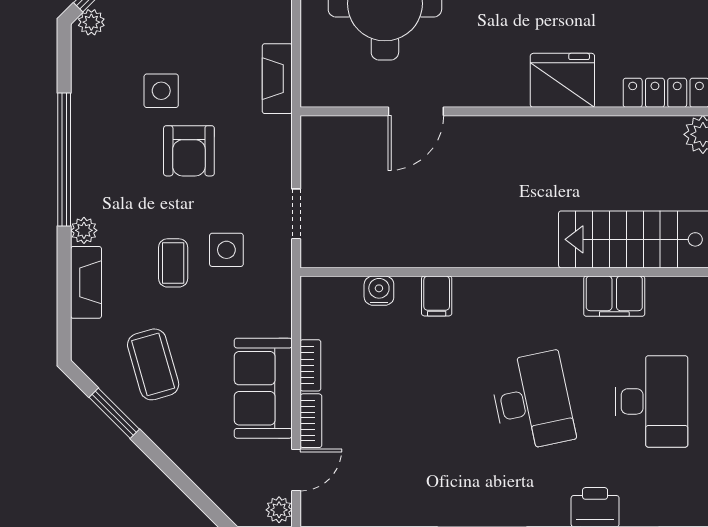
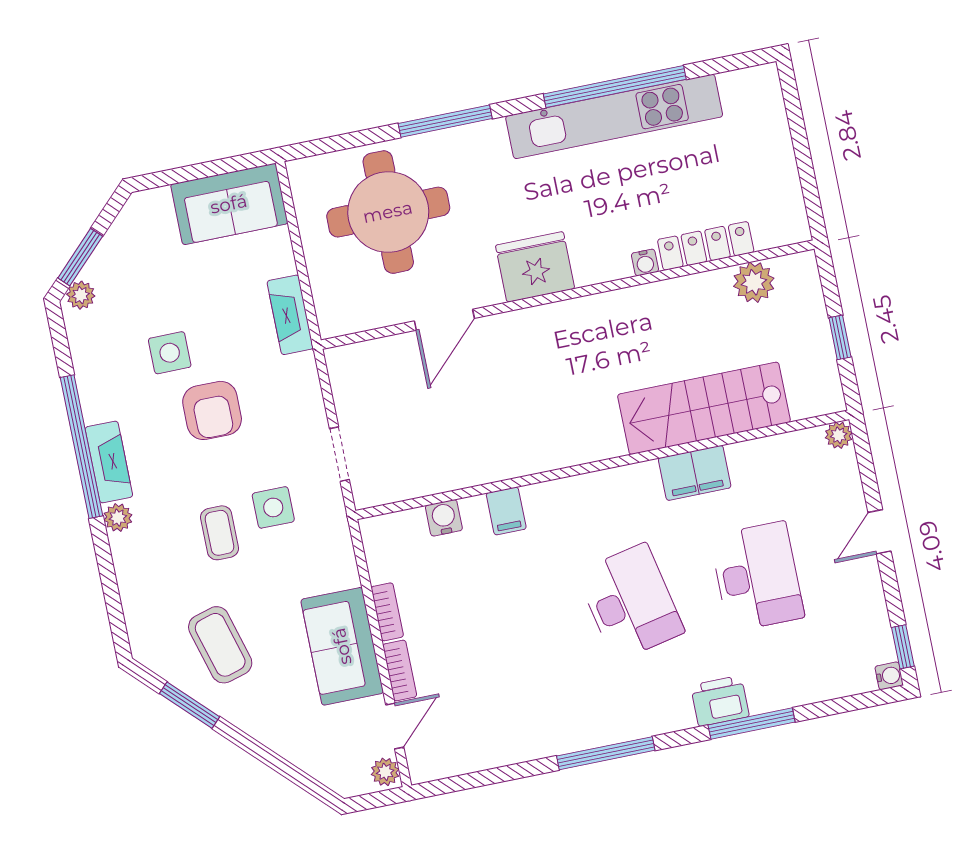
fridge: (562, 80) -> (535, 267), moved
water cooler: (608, 97) -> (645, 262), added
fireplace: (86, 282) -> (109, 462), moved

